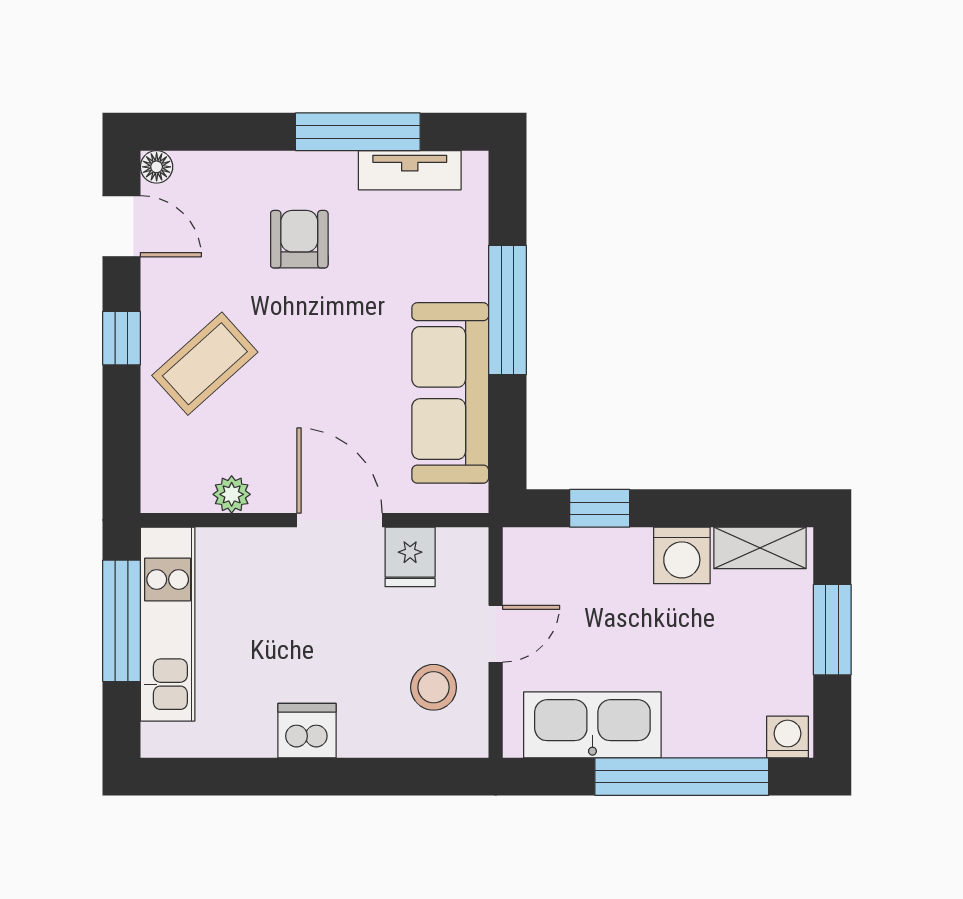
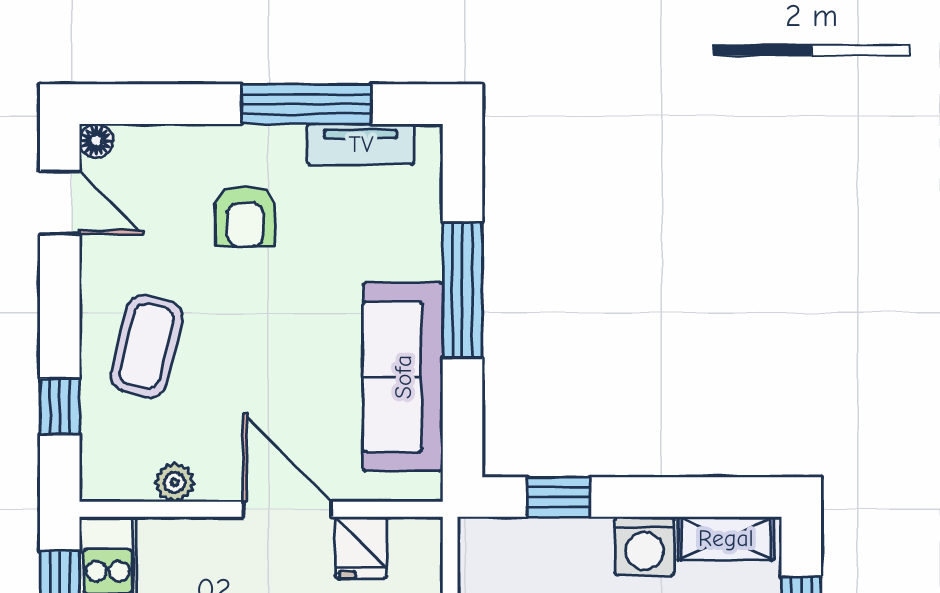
armchair: (299, 239) -> (245, 216), turned 180
window: (121, 338) -> (60, 406), moved
coffee table: (205, 364) -> (147, 346), turned -34

